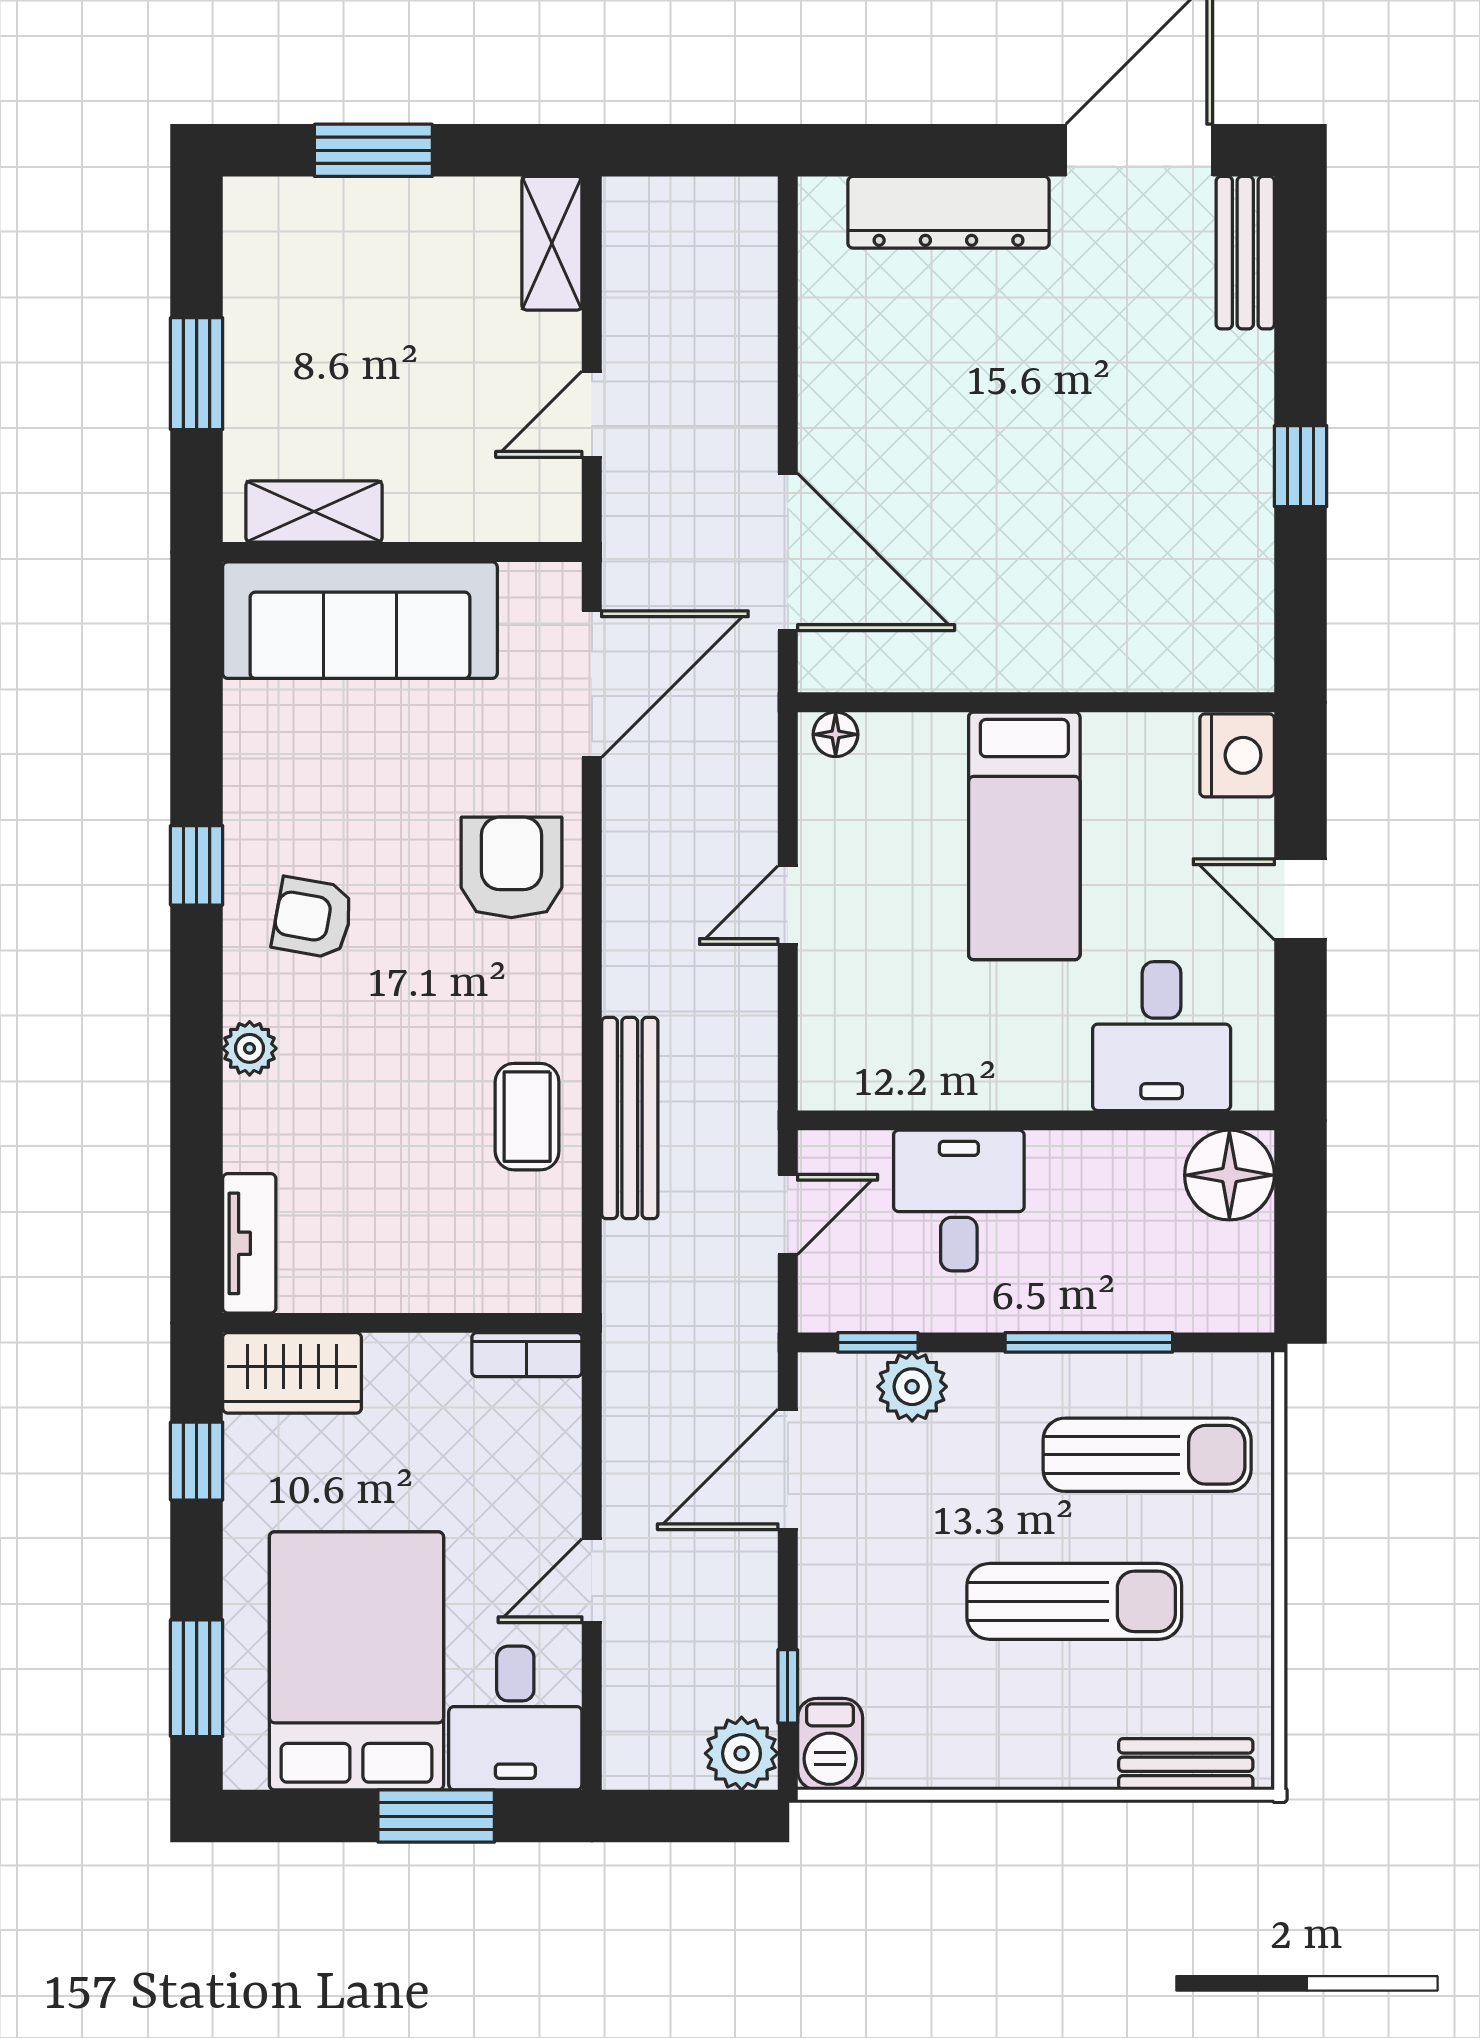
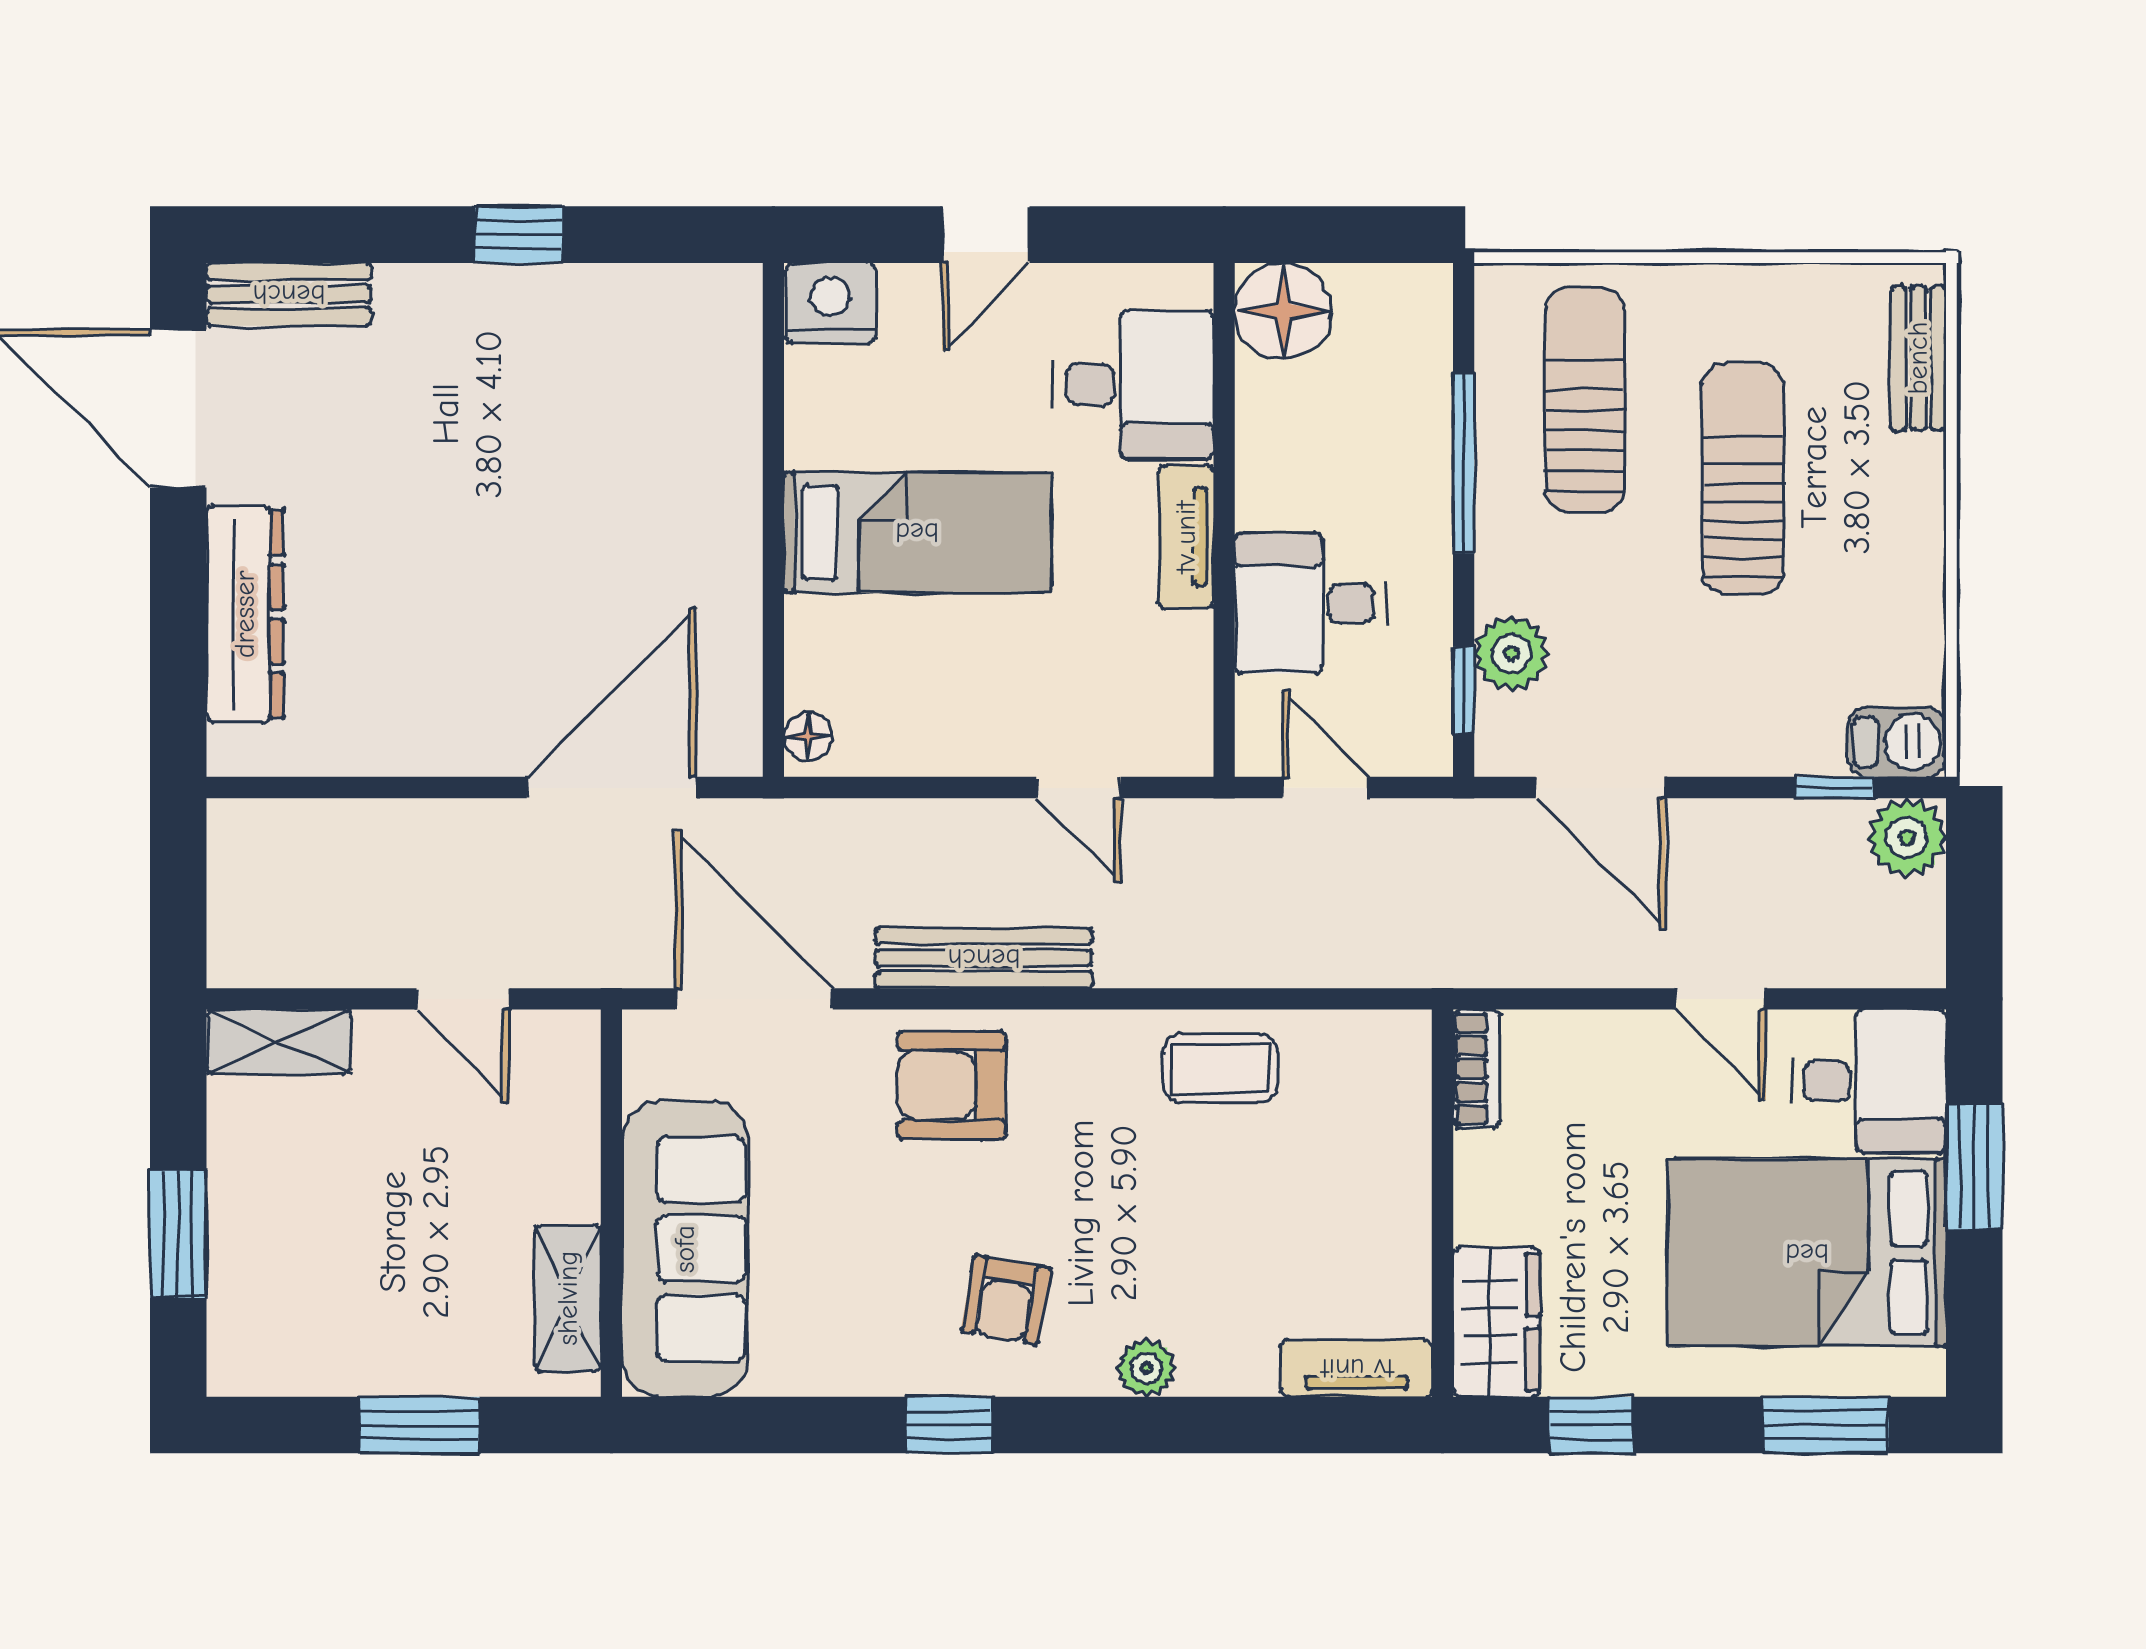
door: (788, 905) -> (1078, 788), moved
tv unit: (1020, 1085) -> (1186, 537), added
bench: (630, 1118) -> (984, 958), moved

